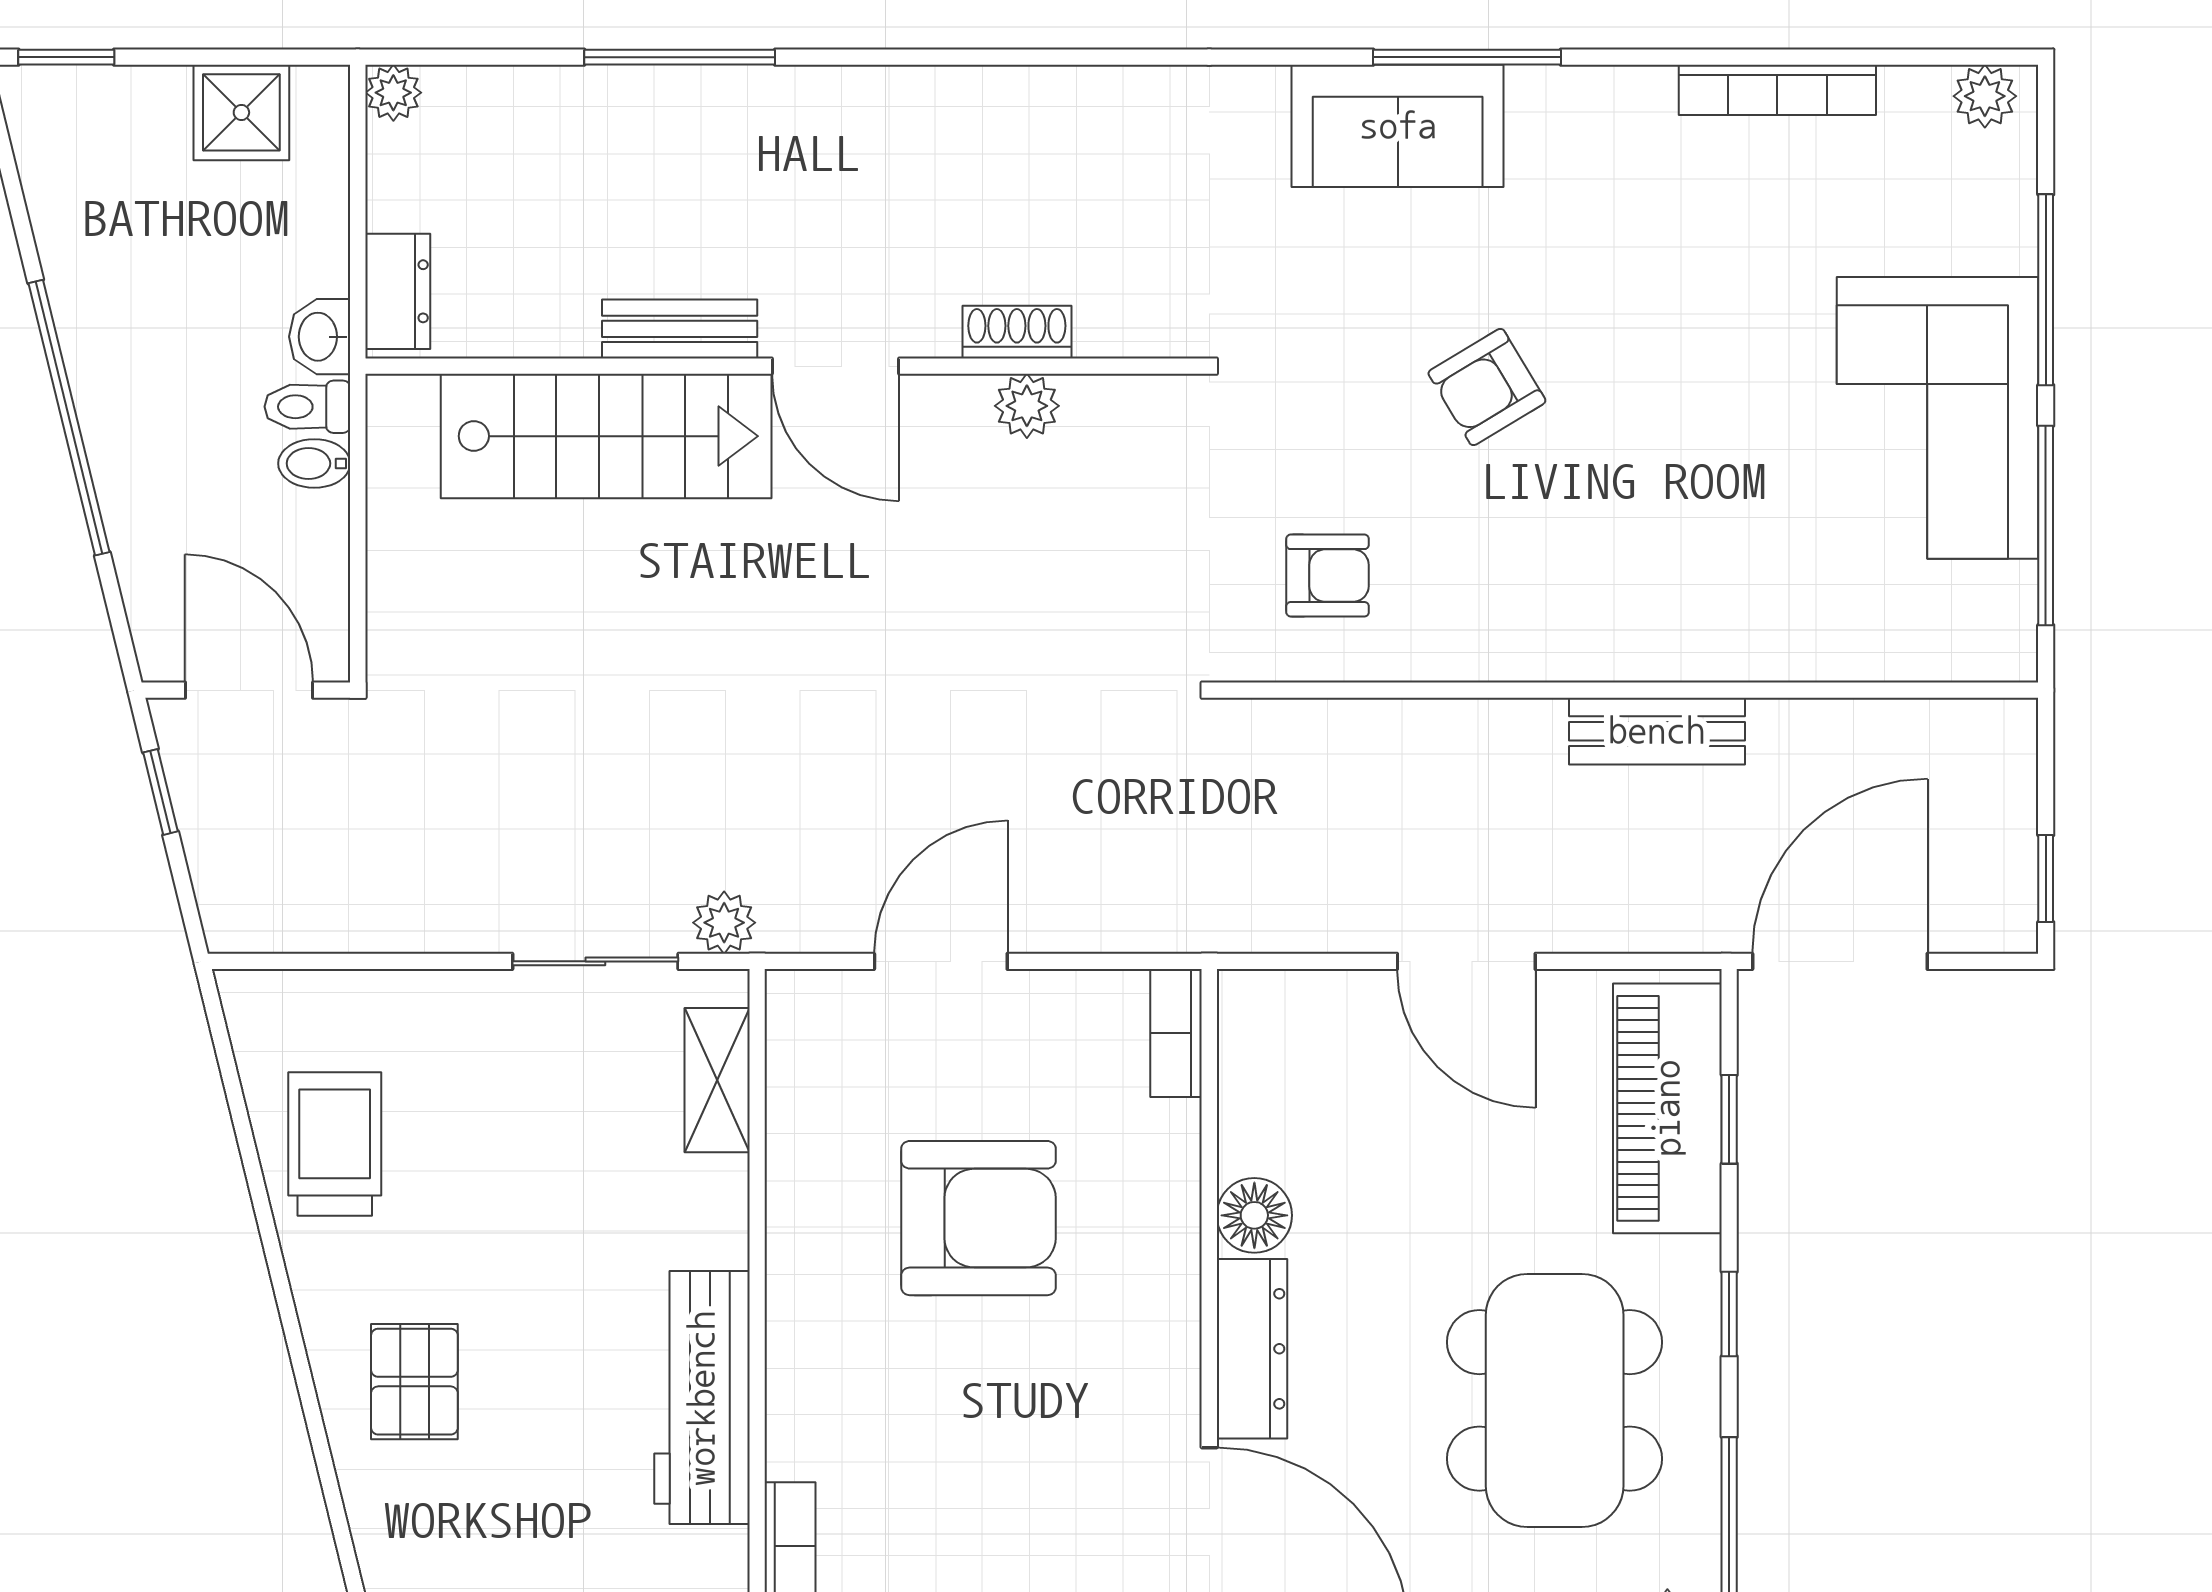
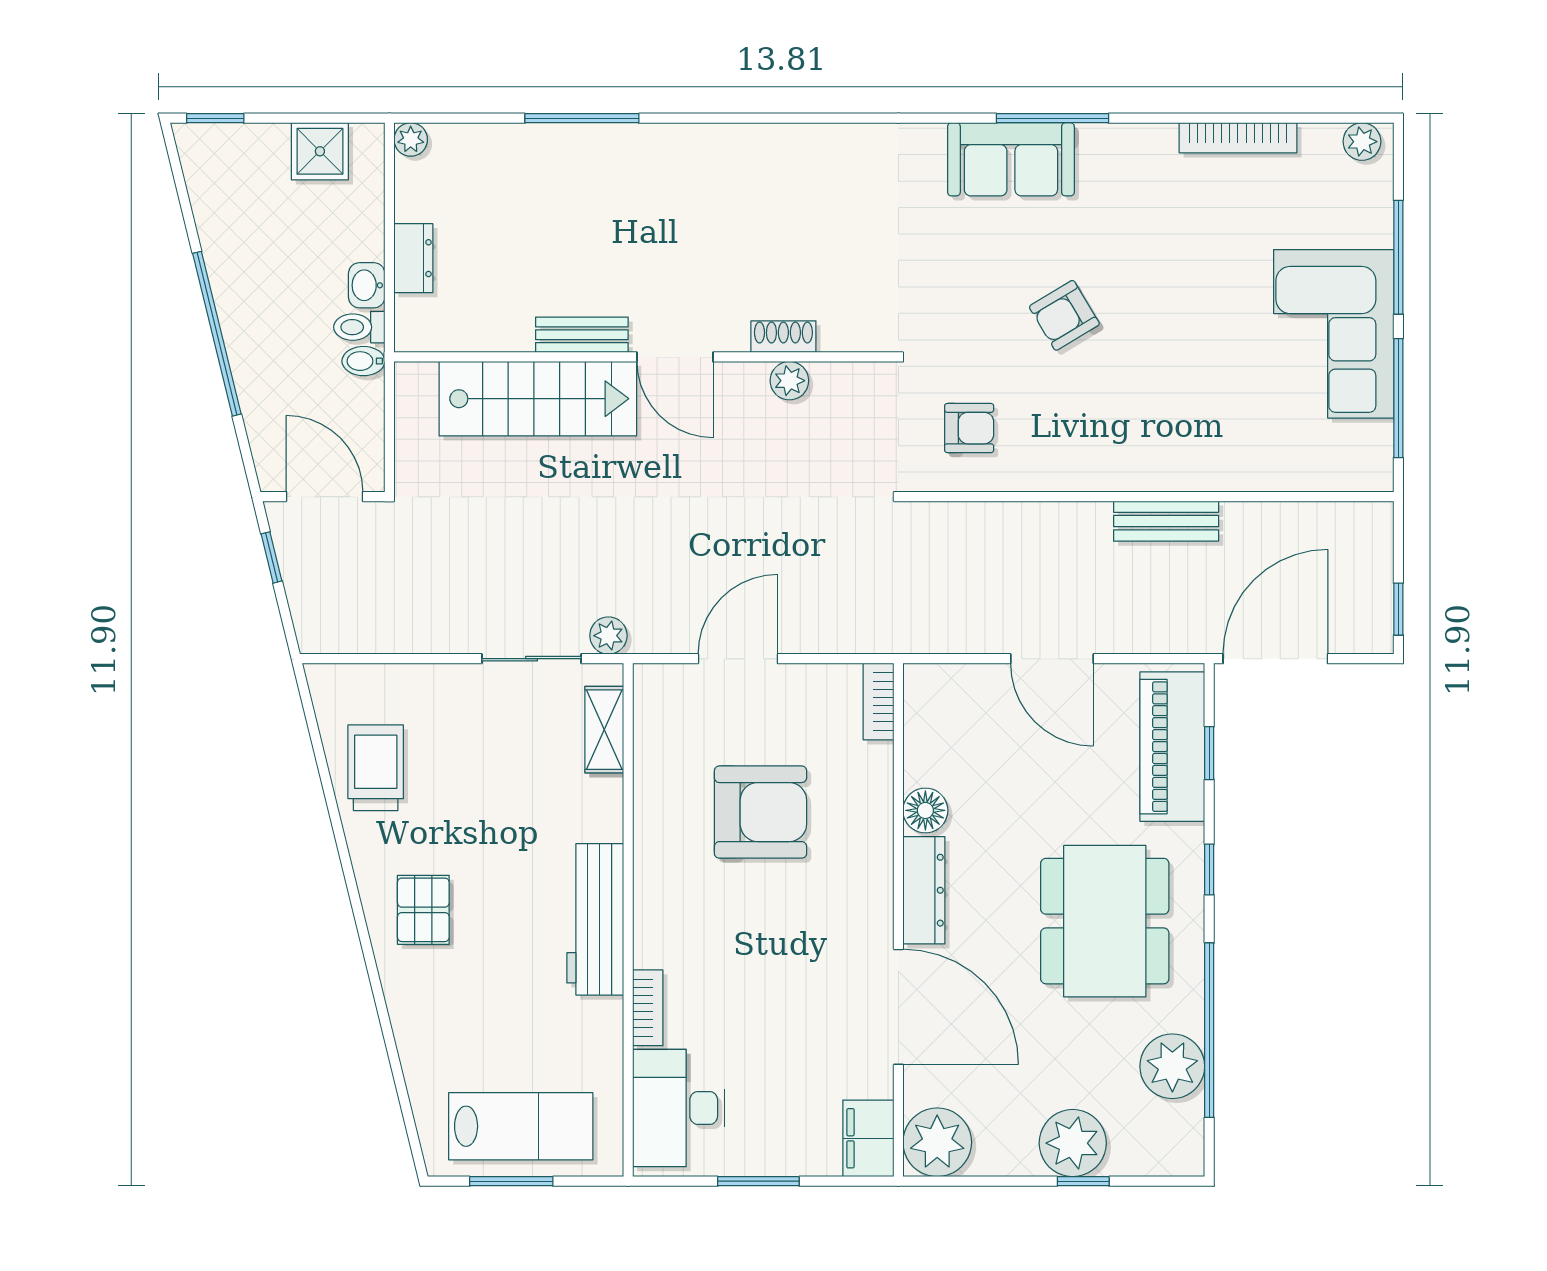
bench: (680, 329) -> (582, 335), moved
shoe rack: (1017, 332) -> (783, 337), moved
wall: (783, 366) -> (644, 357), moved
door: (836, 366) -> (675, 357), moved
plant: (1027, 406) -> (789, 381), moved
stairs: (606, 436) -> (538, 399), moved

